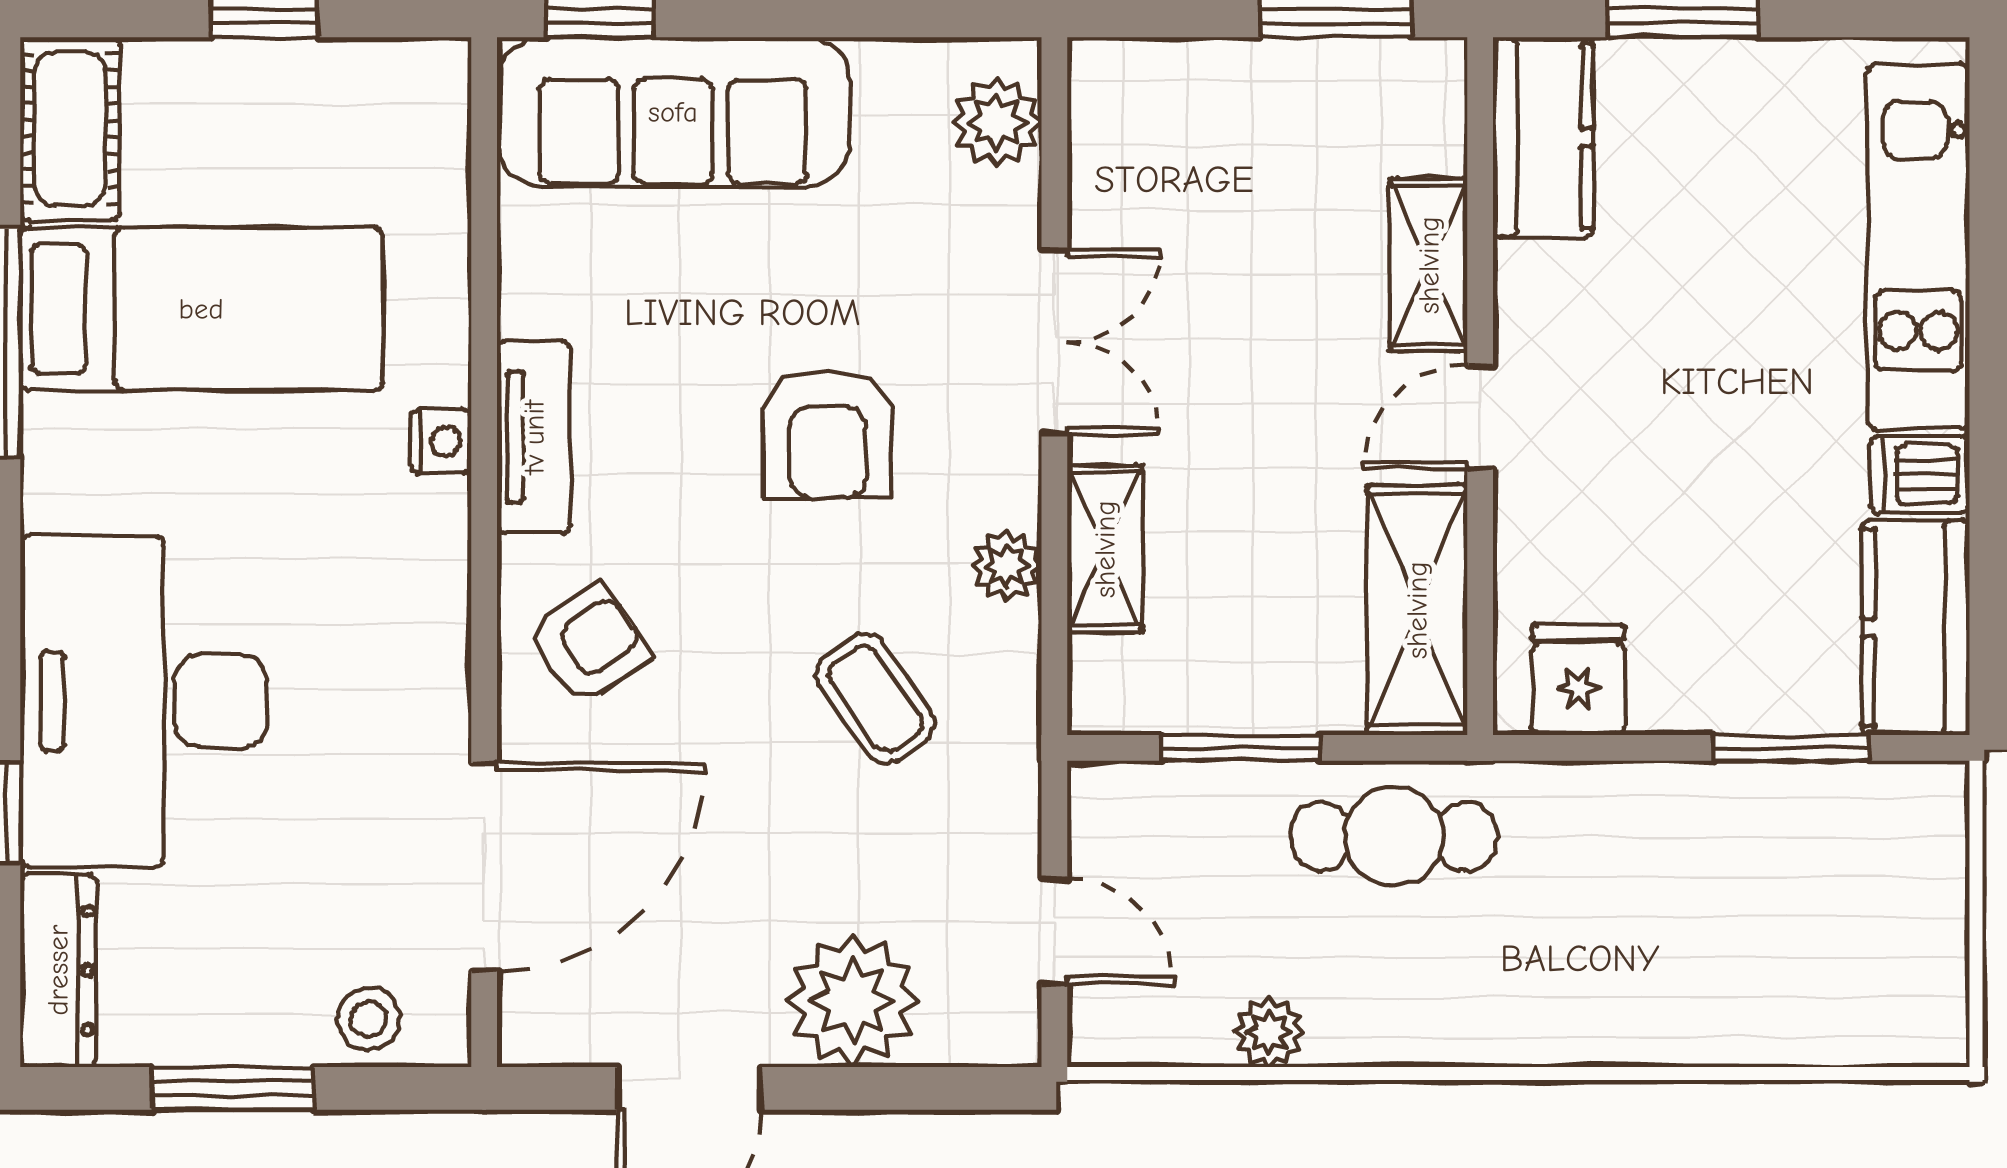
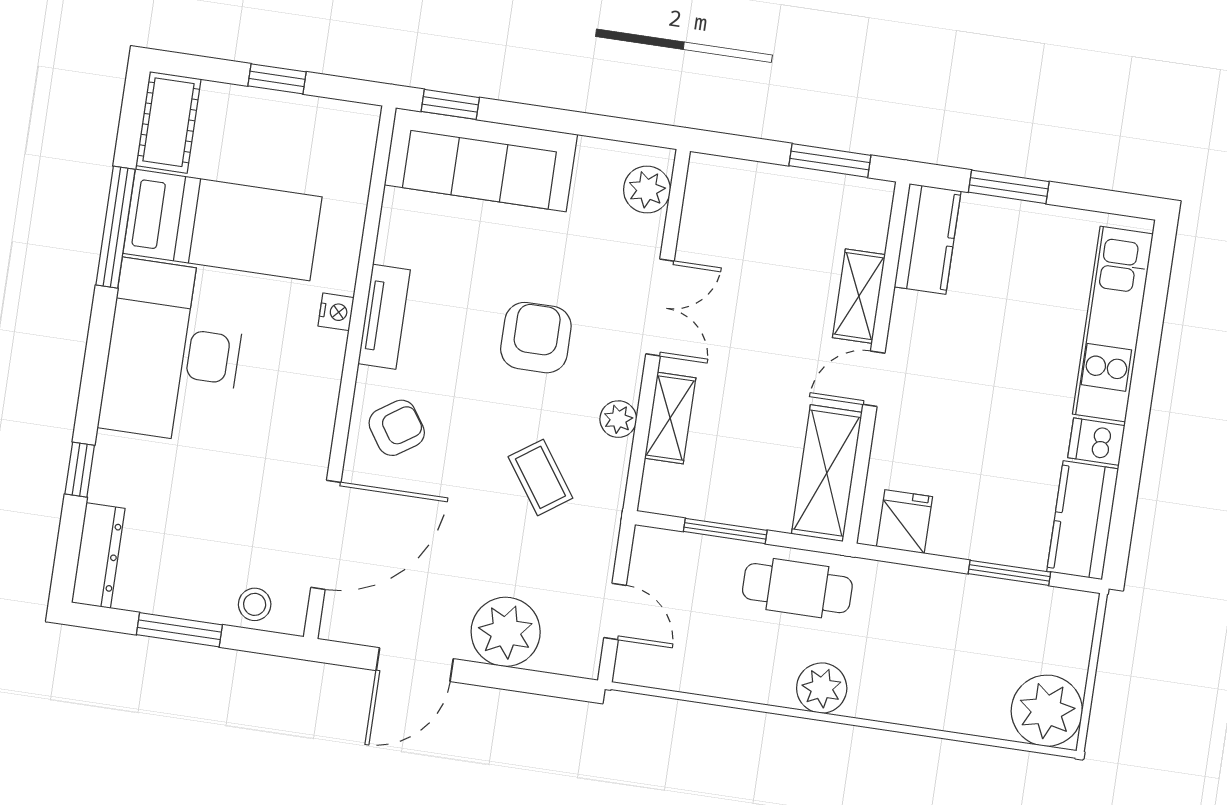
armchair: (827, 434) -> (536, 338), turned 180
desk: (144, 701) -> (174, 352), moved
plant: (1901, 999) -> (1047, 711), added
plant: (1269, 1032) -> (822, 688), moved, width x1.38, depth x1.38

